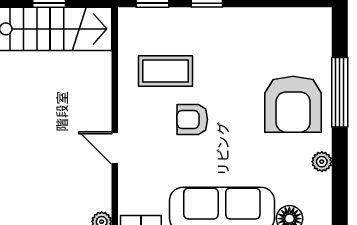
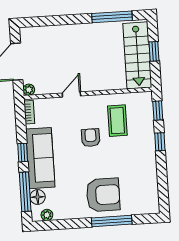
armchair: (293, 104) -> (103, 195), turned 180
plant: (322, 162) -> (47, 215), moved

